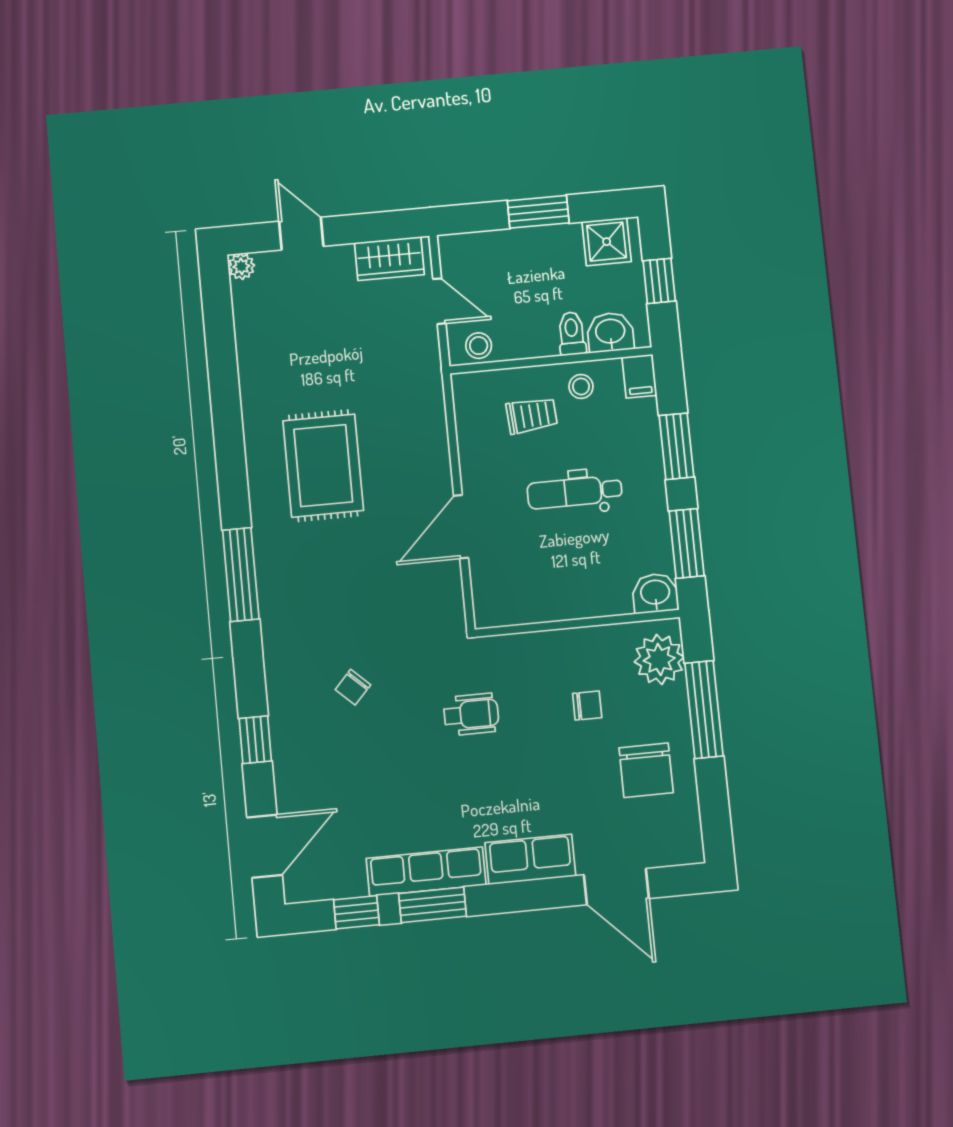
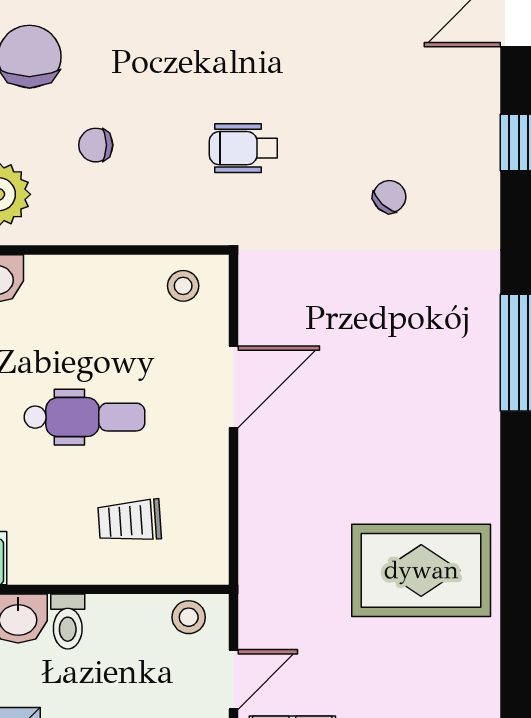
door: (439, 301) -> (233, 680), swing flipped
stool: (581, 386) -> (183, 286), moved
rug: (323, 466) -> (421, 570), moved, turned 90

